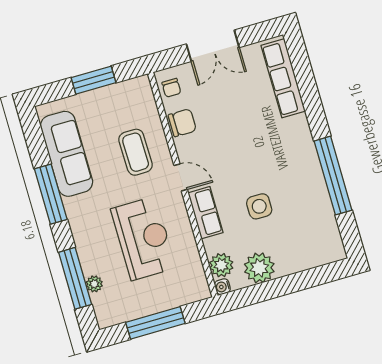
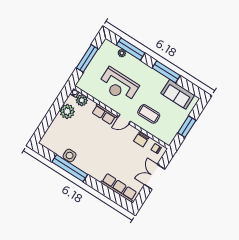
sofa: (67, 154) -> (178, 94), width x0.73
side table: (259, 206) -> (70, 155), moved

